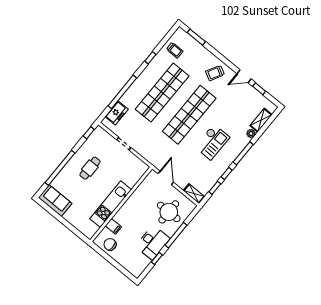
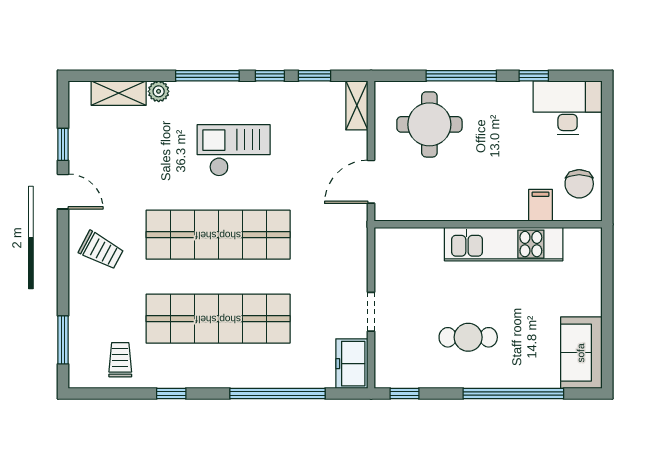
freezer: (117, 113) -> (352, 364), moved, turned -90
desk: (153, 242) -> (568, 108), moved

